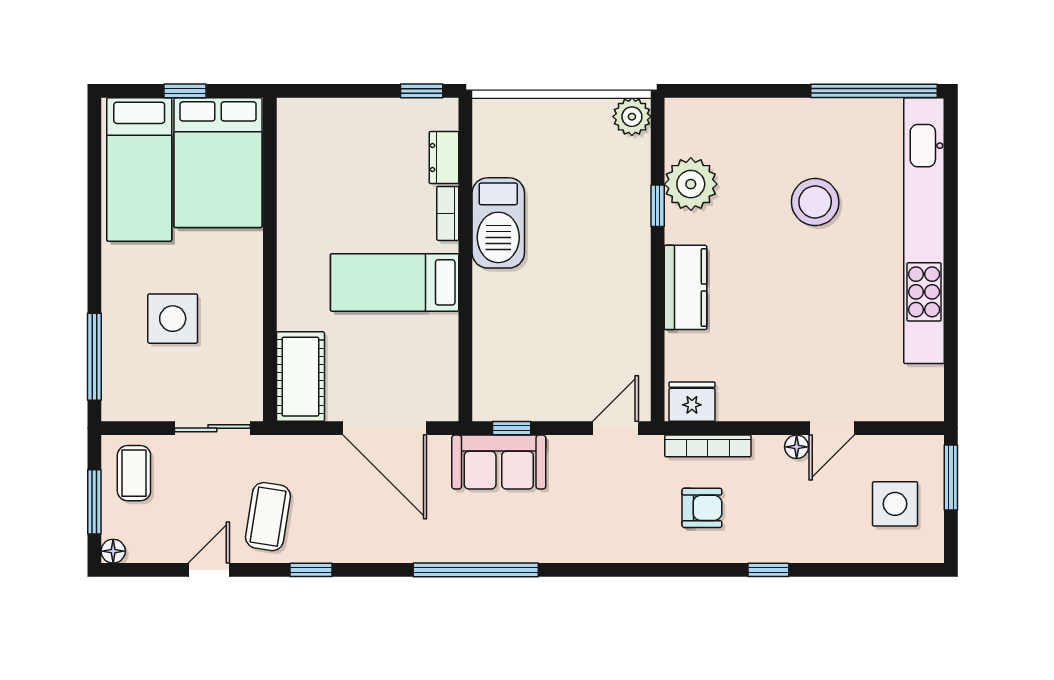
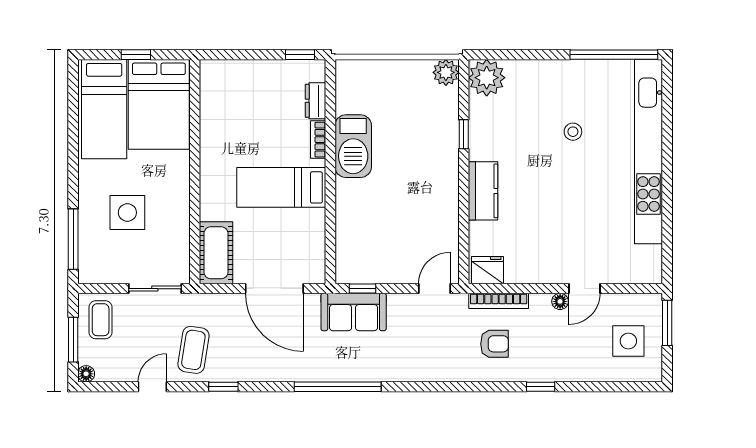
plant: (691, 184) -> (487, 78), moved
stool: (815, 202) -> (573, 132), width x0.53, depth x0.53

